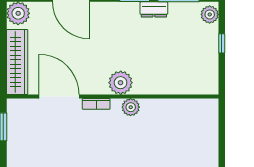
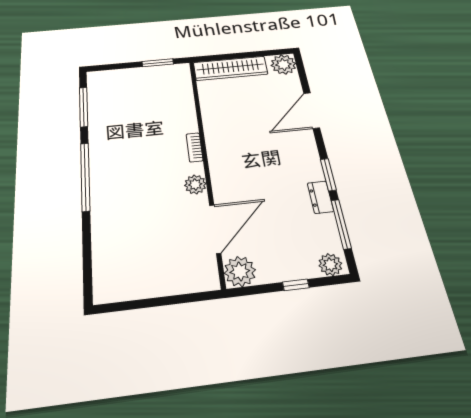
plant: (121, 83) -> (240, 271), moved
door: (59, 96) -> (215, 229), moved

